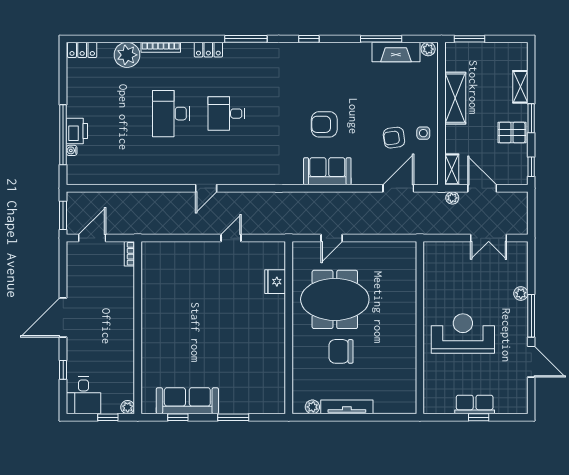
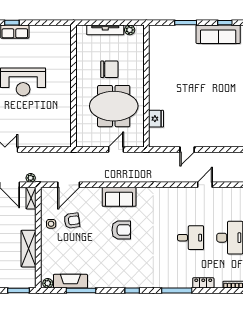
wall: (420, 328) -> (74, 86), moved

